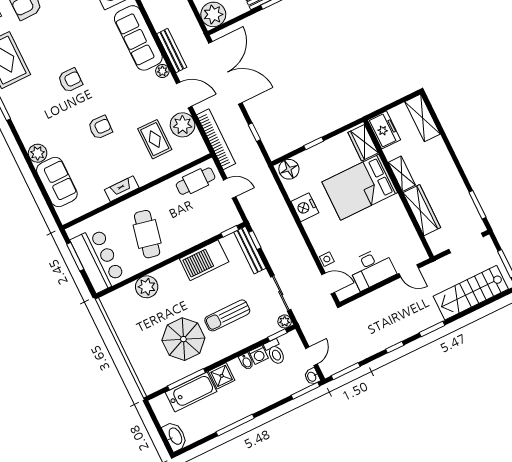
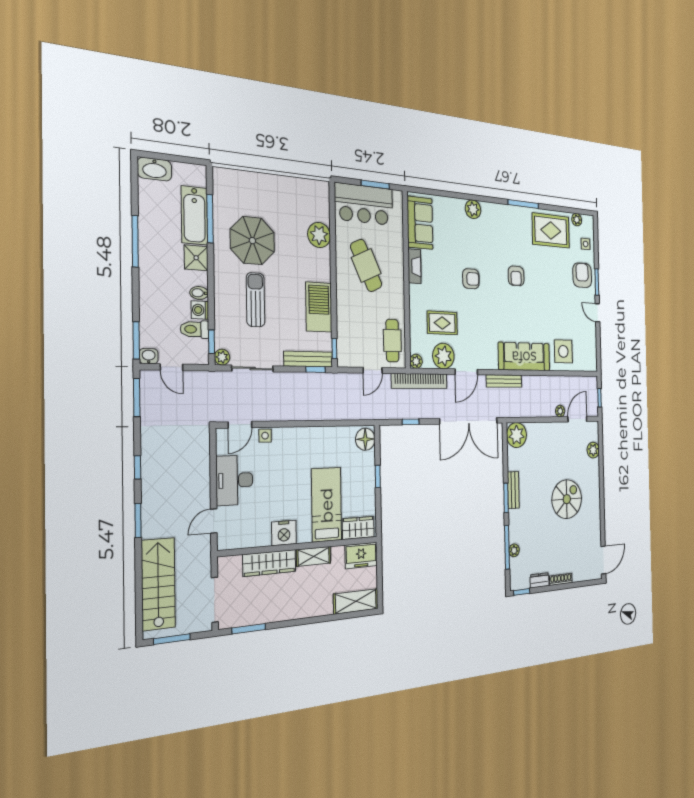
plant: (162, 71) -> (416, 361), moved
armchair: (100, 127) -> (471, 279), turned -92
sofa: (57, 182) -> (420, 223), moved, turned -90
bed: (360, 187) -> (327, 505), width x0.67
nightstand: (305, 207) -> (284, 533), moved, turned 180
cafe table: (147, 234) -> (366, 265), turned 53

